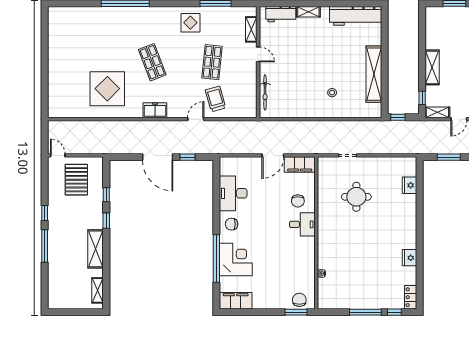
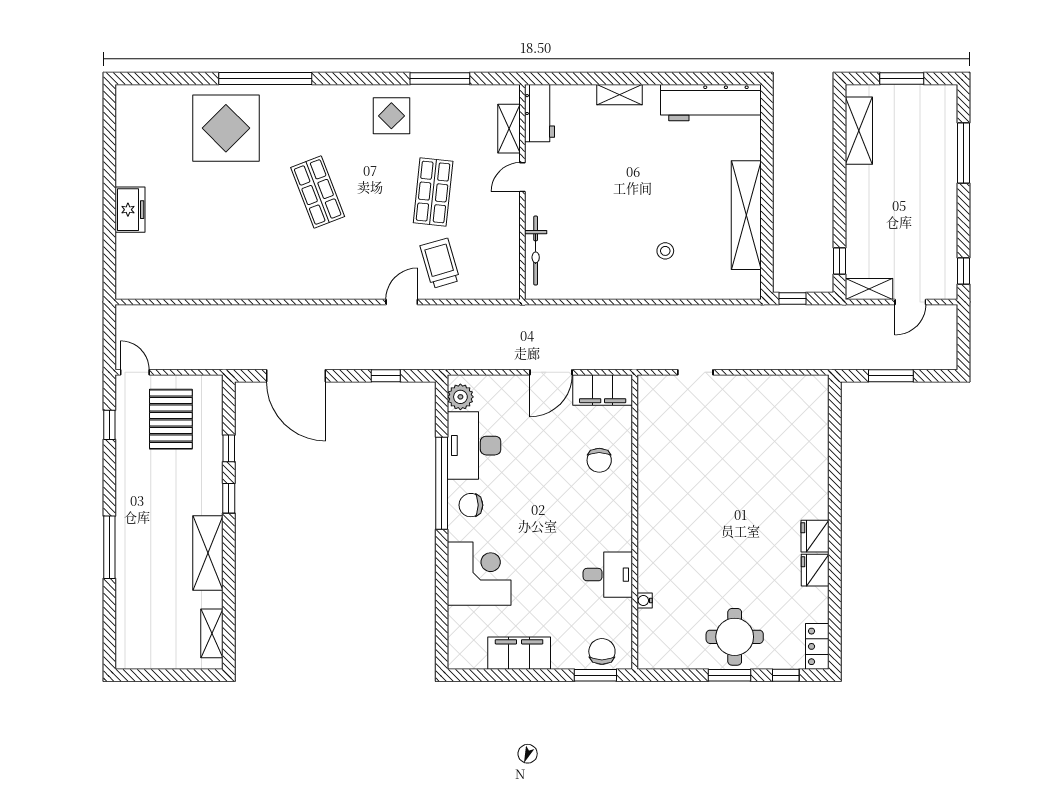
workbench: (281, 14) -> (540, 113), moved, turned -90
door: (258, 54) -> (522, 177), swing flipped
shelving: (432, 67) -> (859, 131), moved
display table: (107, 89) -> (226, 128), moved
freezer: (155, 110) -> (130, 210), moved, turned 90
door: (158, 157) -> (296, 376), moved
plant: (226, 168) -> (460, 397), added
fridge: (410, 185) -> (815, 536), moved
round table: (356, 197) -> (735, 637), moved
window: (45, 213) -> (109, 425), moved
desk: (302, 224) -> (608, 575), moved
window: (216, 259) -> (442, 483), moved
filing cabinet: (236, 301) -> (519, 653), moved
window: (365, 312) -> (730, 675), width x0.69

